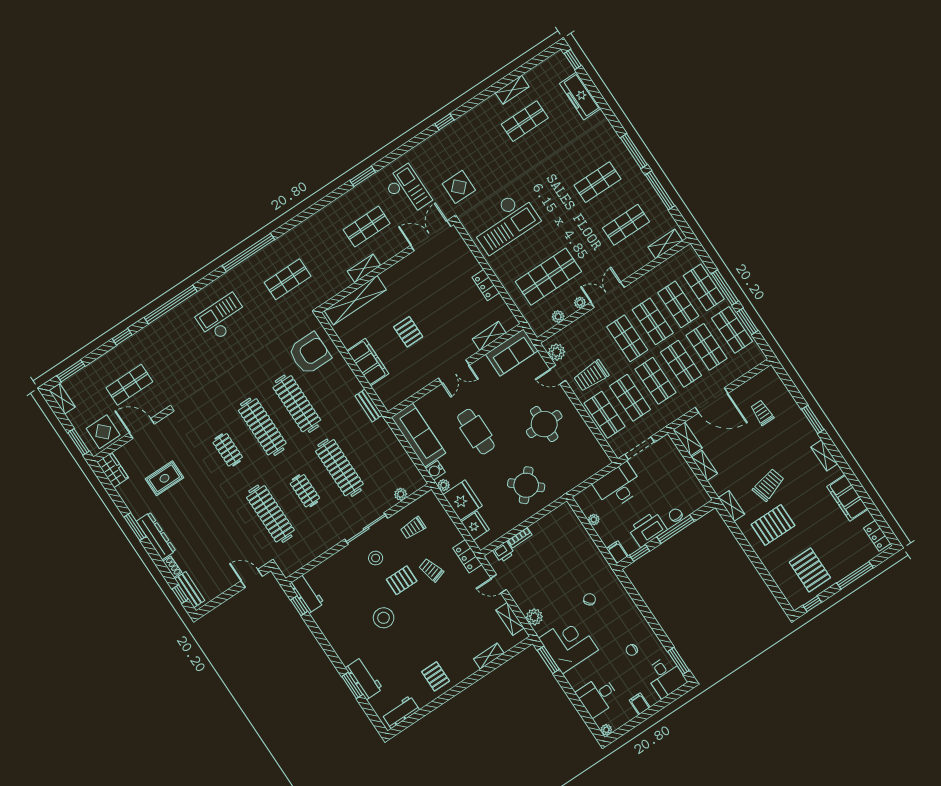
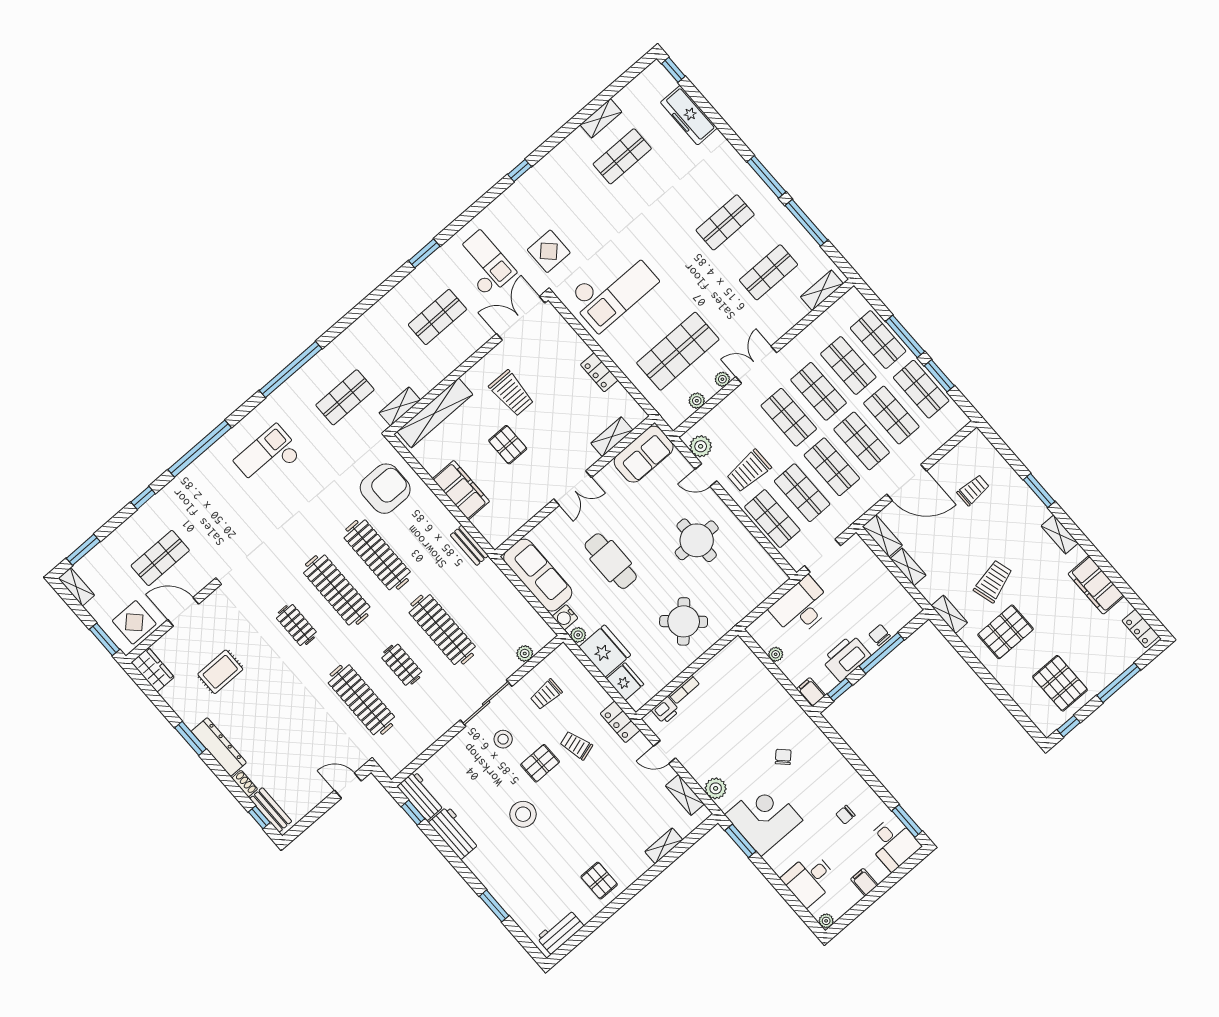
shelving: (364, 268) -> (400, 406), moved
trolley: (416, 293) -> (512, 393), added
trolley: (762, 413) -> (973, 490), turned 90
workbench: (364, 678) -> (454, 833), moved

